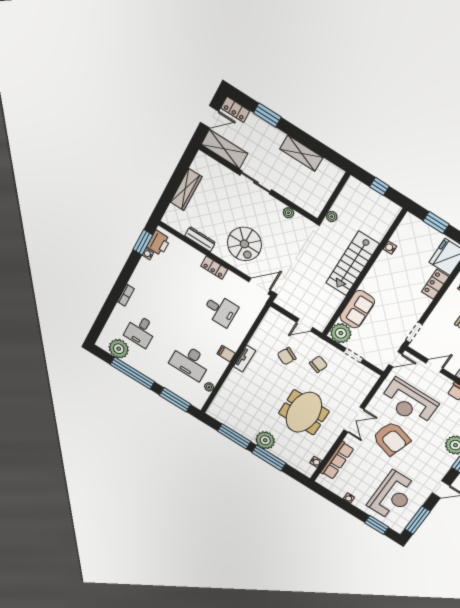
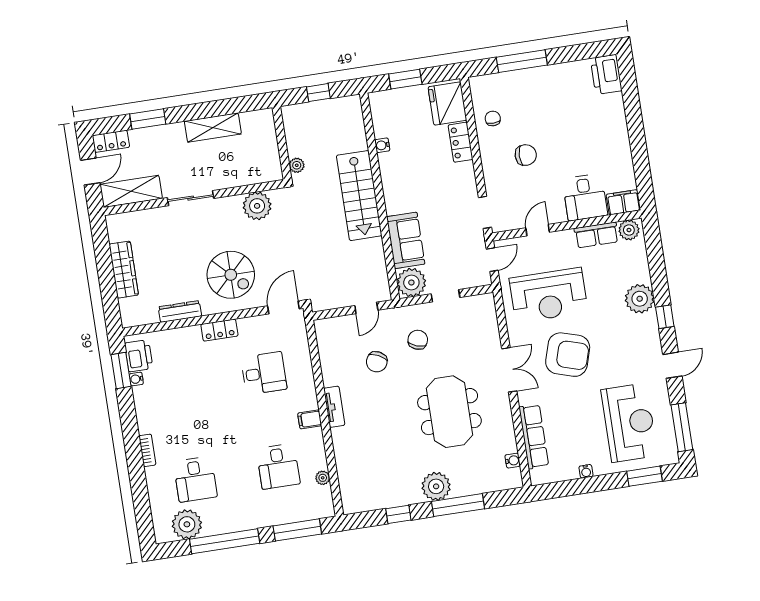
plant: (288, 213) -> (257, 206), width x1.88, depth x1.88
desk: (190, 362) -> (278, 466), width x0.73
window: (234, 436) -> (398, 514), width x0.46

